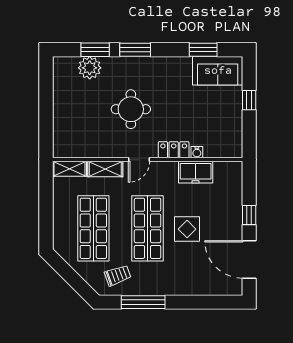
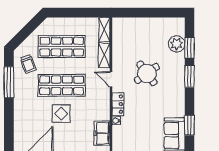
round table: (131, 109) -> (147, 73), turned -36
freezer: (196, 172) -> (102, 133), moved

